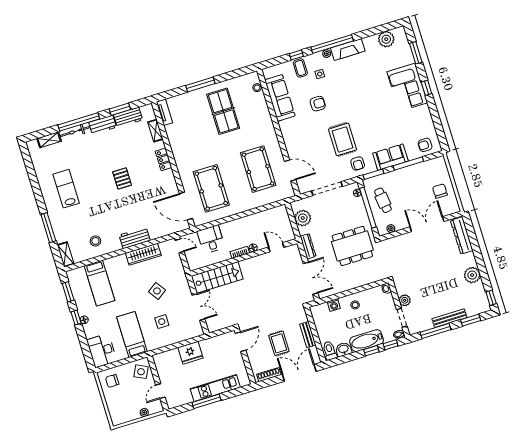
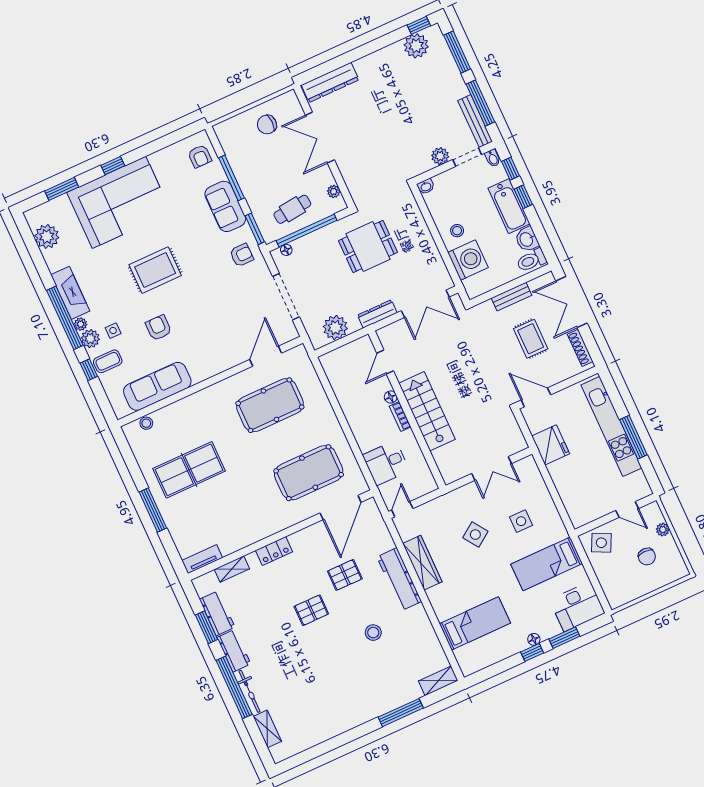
plant: (316, 59) -> (90, 339), added
corner sofa: (407, 87) -> (119, 202), width x1.36, depth x1.36
rug: (342, 139) -> (155, 270), moved
lab bench: (66, 189) -> (338, 693), removed
pallet: (142, 203) -> (345, 575), added
workbench: (135, 238) -> (399, 579), width x1.38
stool: (95, 241) -> (373, 633), moved
dining table: (352, 246) -> (368, 247), width x0.73
plant: (472, 275) -> (416, 46), moved
stairs: (217, 277) -> (427, 411), moved
double door: (311, 278) -> (425, 304), swing flipped
window: (68, 292) -> (564, 638), moved
washing machine: (334, 305) -> (468, 260), width x1.89, depth x1.89
double door: (198, 307) -> (492, 468), swing flipped
bench: (449, 318) -> (475, 121), moved
window: (471, 320) -> (457, 52), width x1.44
rug: (279, 343) -> (531, 339), turned 90
fridge: (190, 353) -> (551, 445), moved
chair: (112, 381) -> (647, 557), moved
kitchen unit: (215, 388) -> (611, 426), width x1.36

